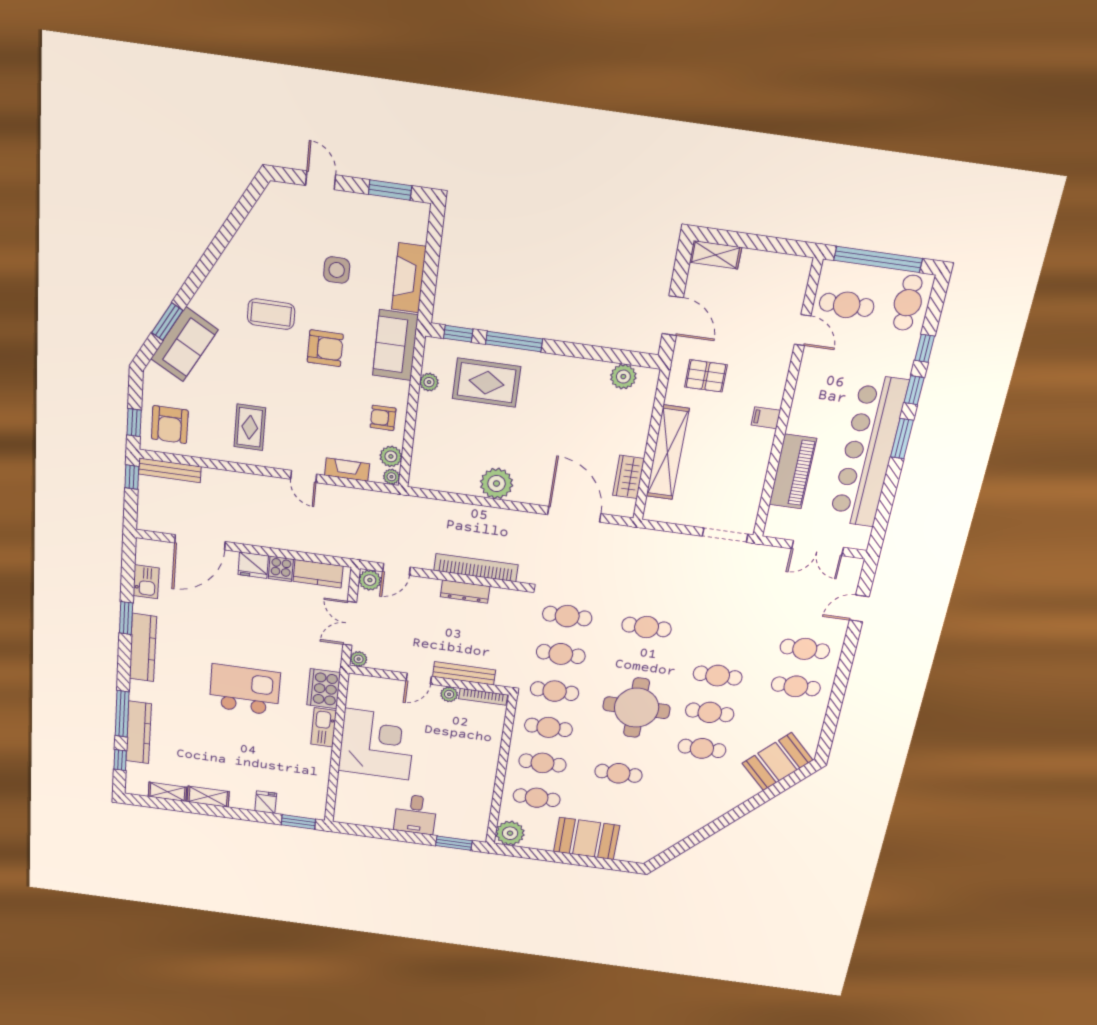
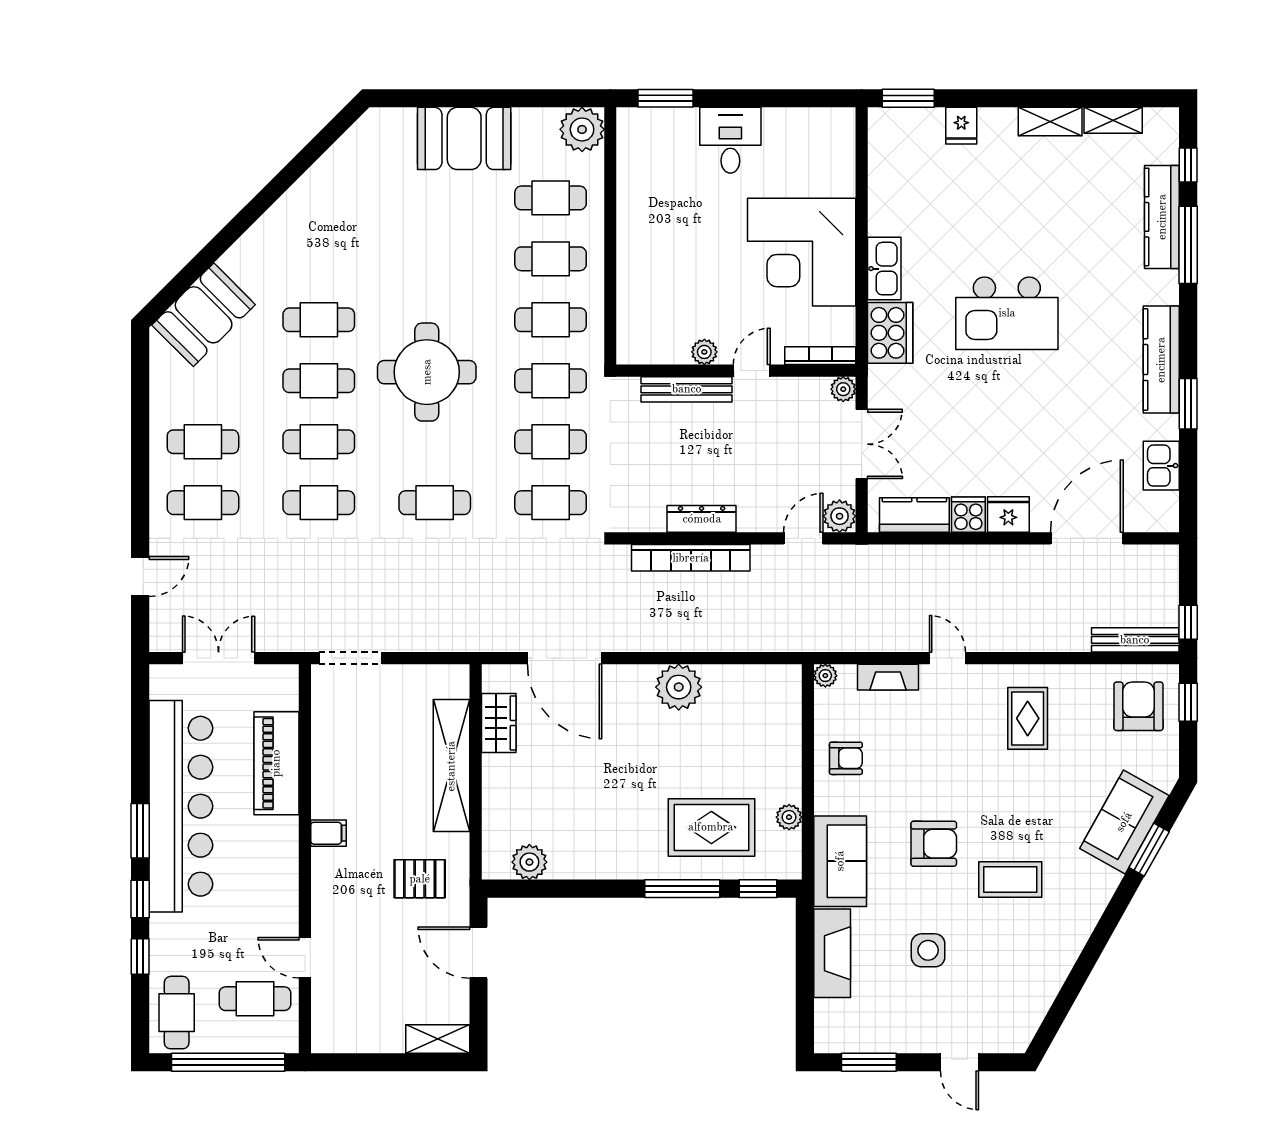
armchair: (325, 348) -> (934, 844), turned 180
plant: (391, 456) -> (829, 705), removed
bookcase: (483, 697) -> (820, 356), moved
cafe table: (618, 773) -> (319, 503), moved

